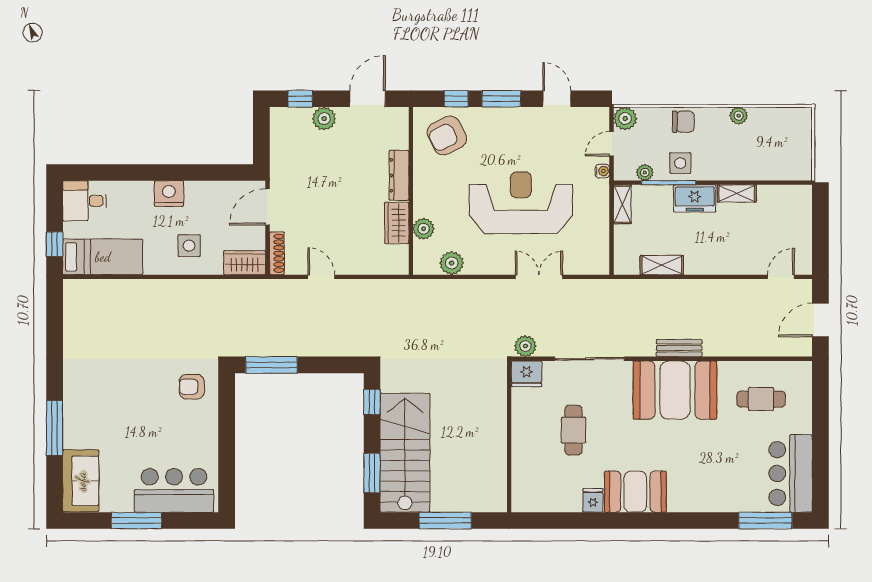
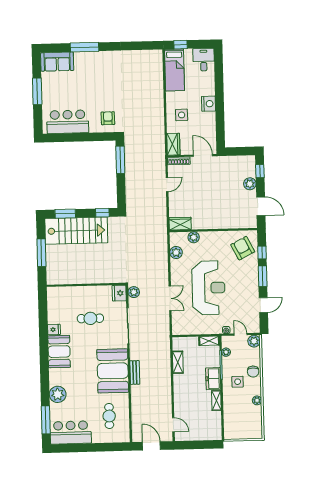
side table: (680, 163) -> (238, 382), moved
dresser: (399, 175) -> (221, 224), removed
wardrobe: (397, 223) -> (180, 224), moved
bar counter: (174, 490) -> (68, 122), moved, turned -90
plant: (717, 497) -> (58, 394), added

